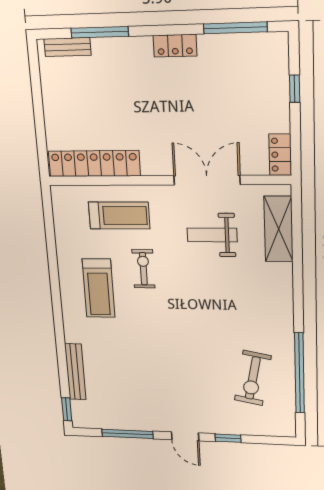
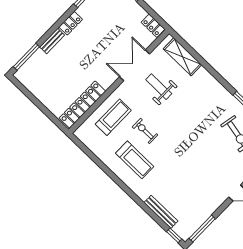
window: (100, 32) -> (26, 57), moved
bench: (67, 47) -> (52, 41), moved
weight bench: (212, 235) -> (159, 87), turned 90
window: (127, 434) -> (202, 229), moved

